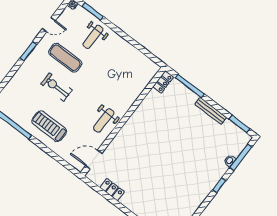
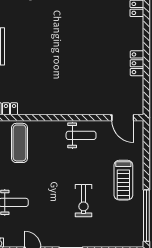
exercise mat: (65, 58) -> (20, 143), moved
locker: (112, 190) -> (137, 63), moved

